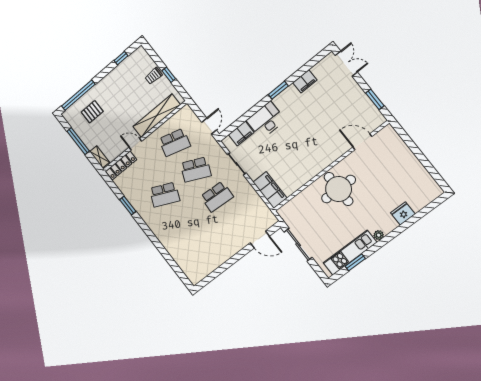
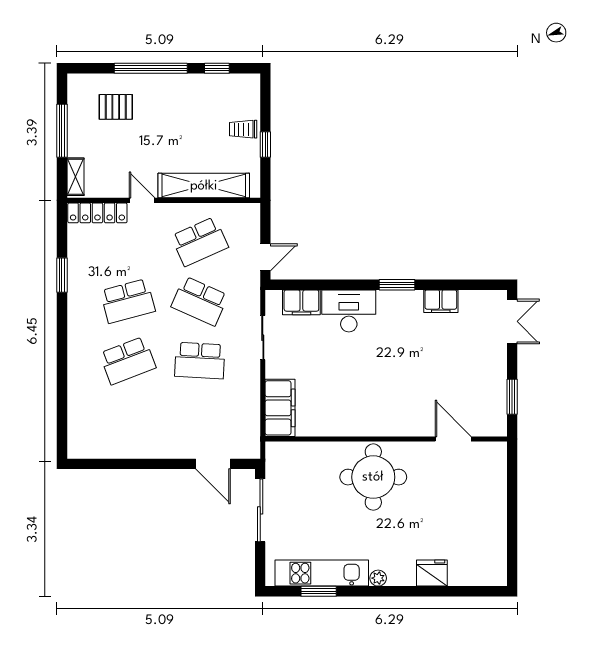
window: (78, 95) -> (151, 68), moved
school desk: (175, 142) -> (200, 242), turned -39
school desk: (165, 195) -> (128, 301), turned -39
school desk: (185, 222) -> (128, 361), added

